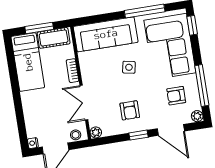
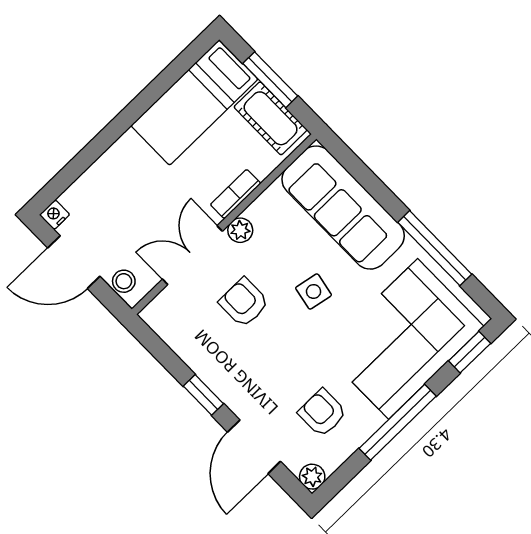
window: (202, 86) -> (398, 422), moved
armchair: (130, 110) -> (244, 302), moved, turned 90
plant: (96, 132) -> (240, 230), moved

